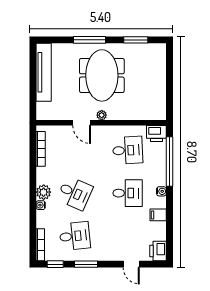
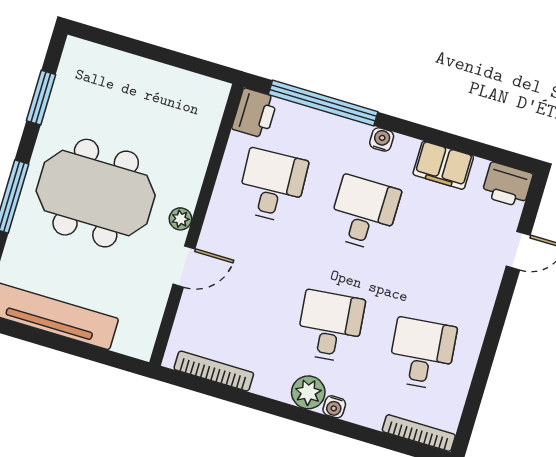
desk: (75, 193) -> (330, 326), turned -30
filing cabinet: (158, 215) -> (443, 165), width x2.00
window: (55, 264) -> (470, 413), removed
window: (86, 264) -> (489, 347), removed

